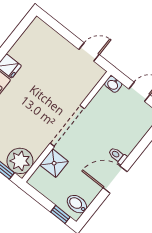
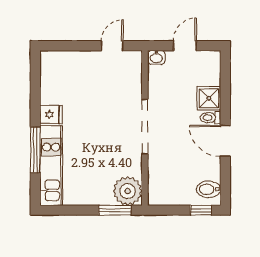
shower: (54, 163) -> (209, 98), moved
door: (115, 180) -> (225, 141), hinge flipped

